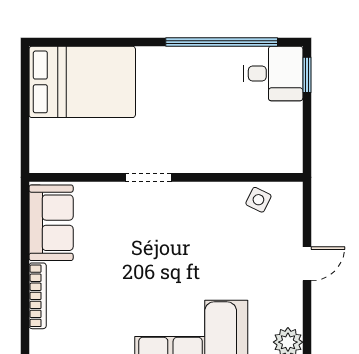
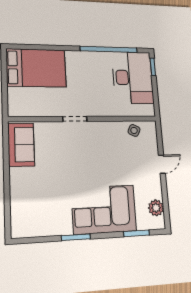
desk: (273, 73) -> (133, 78), width x1.87, depth x1.30
bookcase: (38, 296) -> (14, 187), removed

